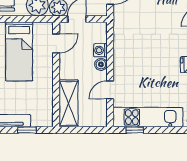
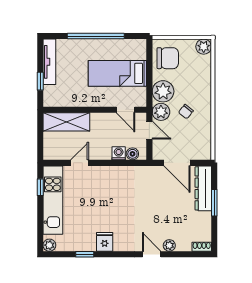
boiler: (101, 64) -> (132, 154), moved
door: (110, 90) -> (80, 163), hinge flipped

